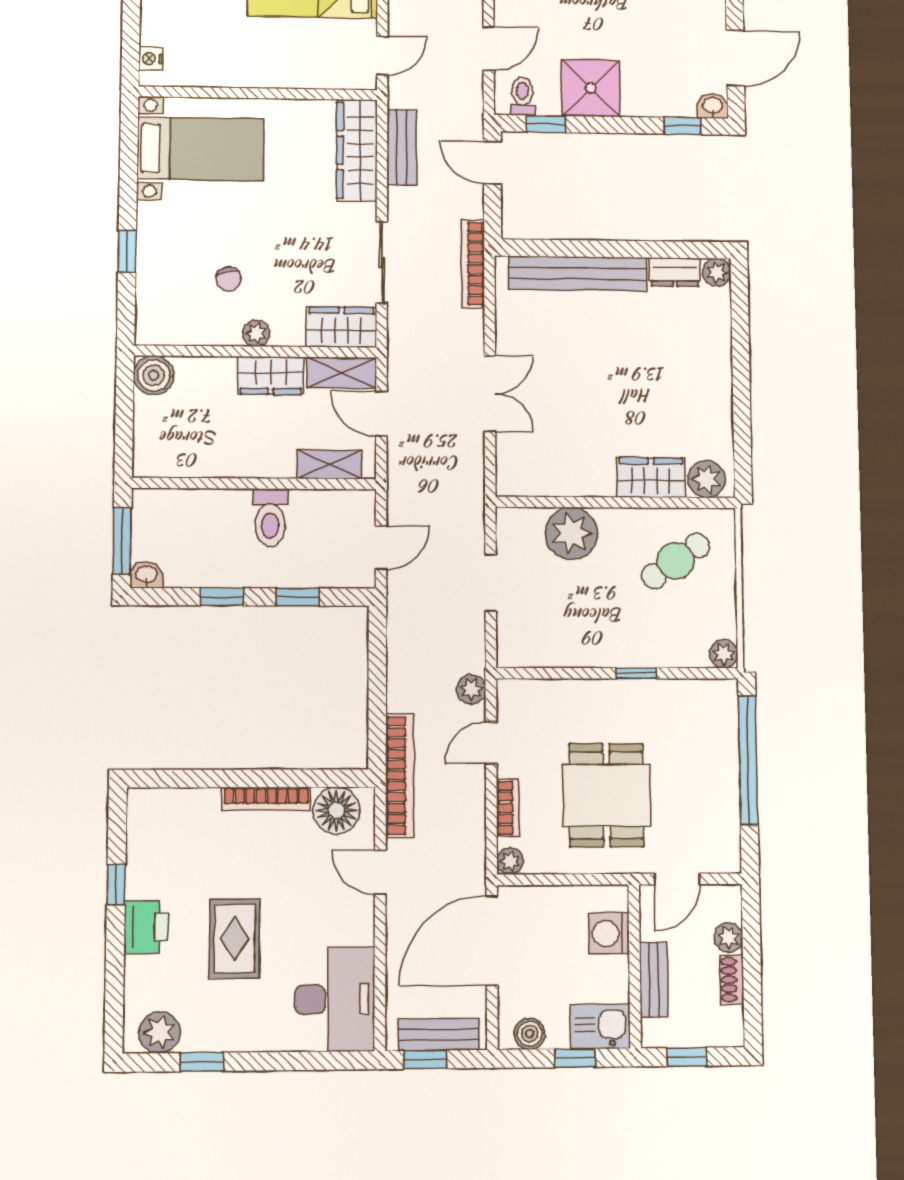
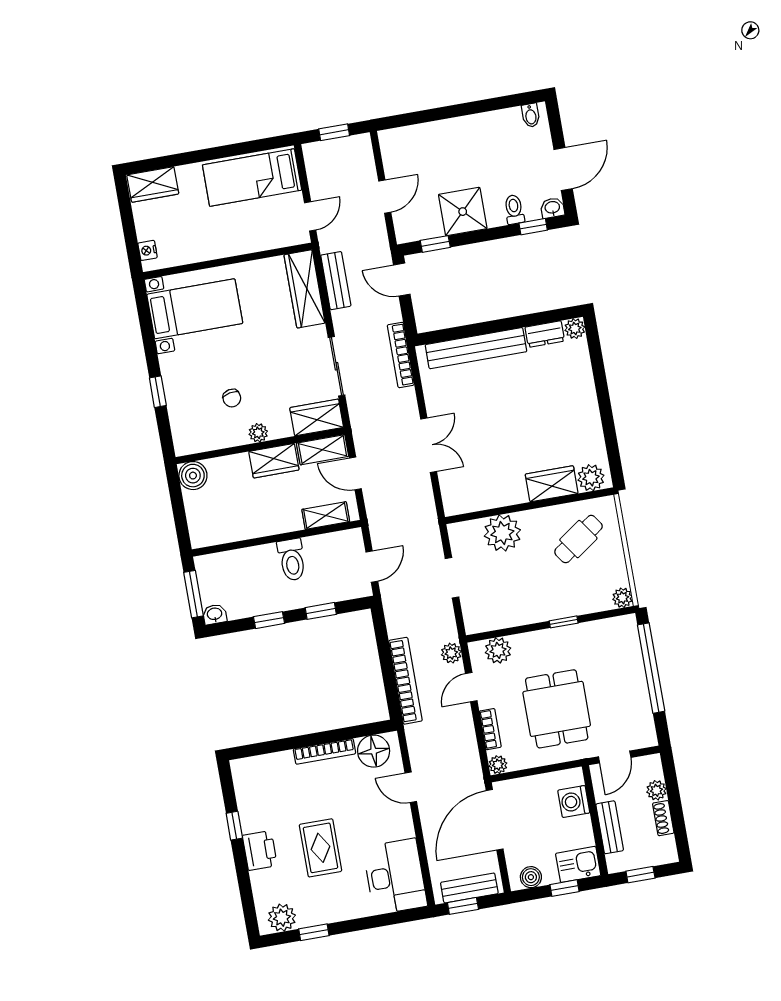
toilet: (522, 96) -> (514, 209), moved
plant: (538, 697) -> (498, 650), added
bookcase: (400, 775) -> (405, 681), moved

